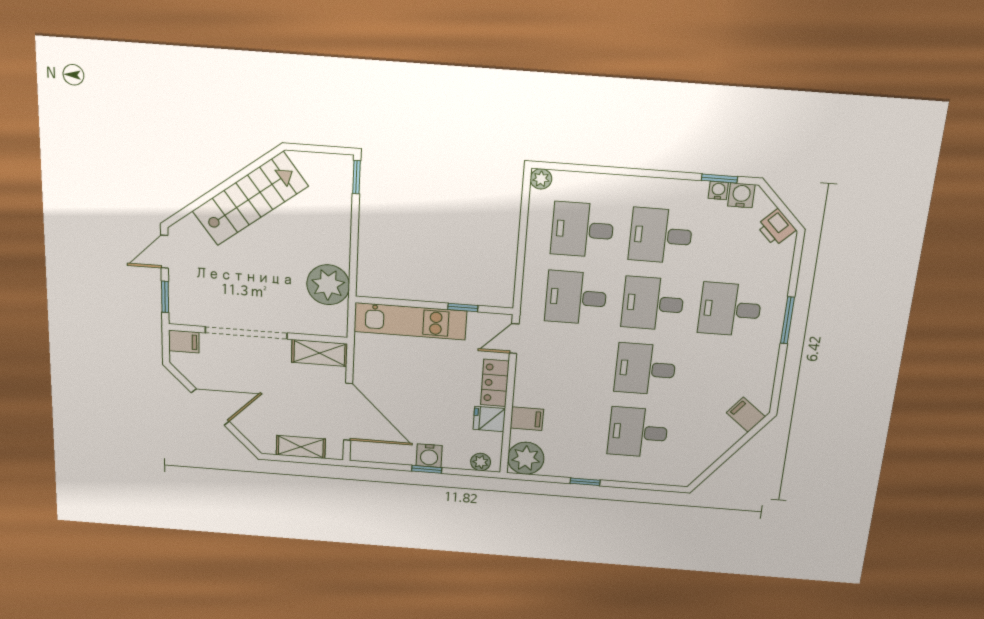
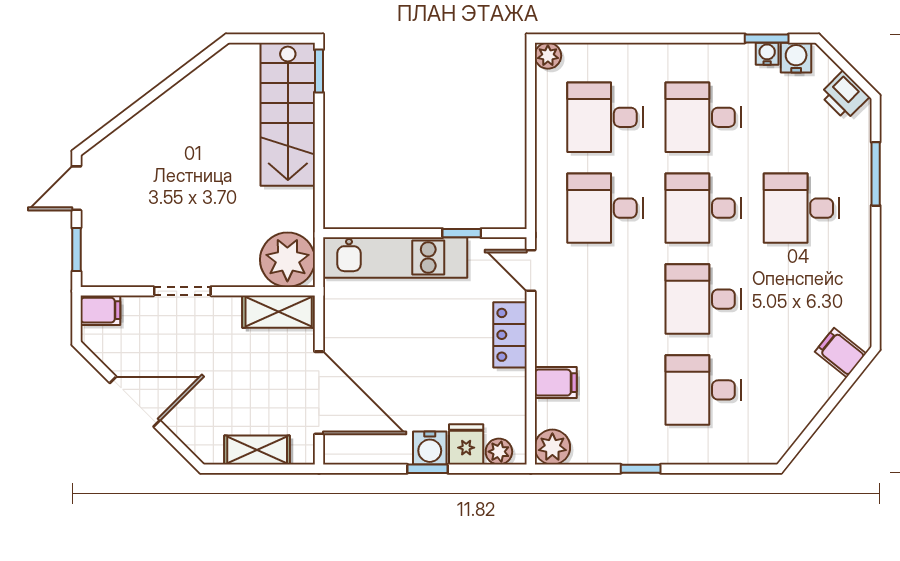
stairs: (250, 199) -> (288, 114), moved, turned 127
plant: (328, 285) -> (287, 260), moved
window: (787, 320) -> (876, 174), moved
doorway: (246, 333) -> (182, 291), width x0.53
door: (514, 339) -> (531, 271), hinge flipped
fridge: (489, 419) -> (466, 444), moved, turned 90
plant: (526, 458) -> (552, 447), width x0.73, depth x0.73

